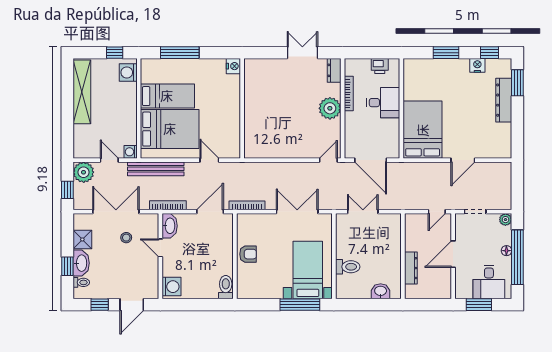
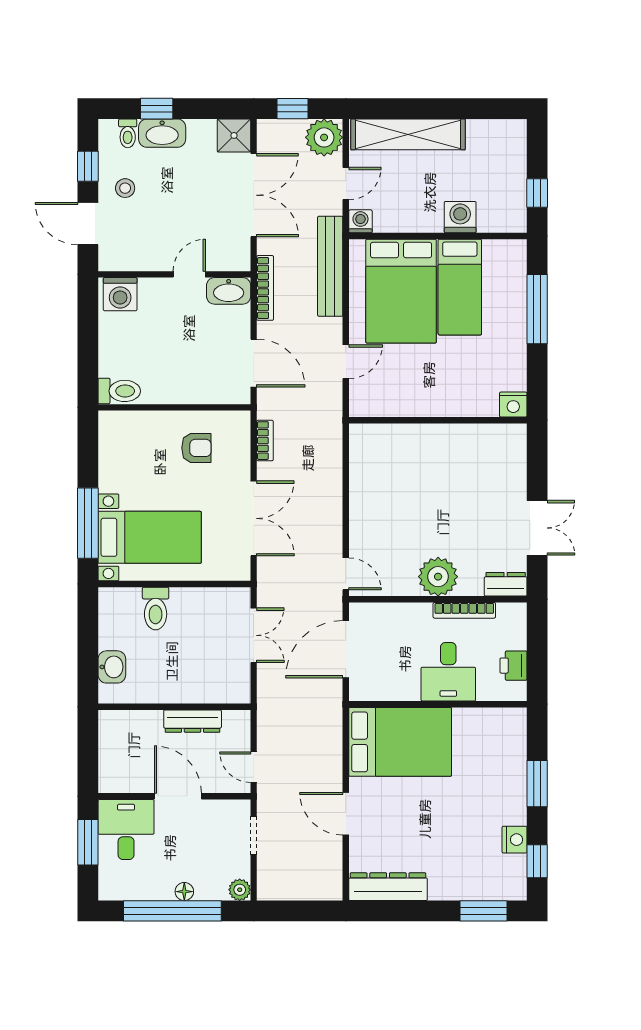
washing machine: (128, 72) -> (460, 217), moved
shelving: (82, 92) -> (408, 134), moved
dresser: (504, 100) -> (388, 887), moved
bookcase: (247, 205) -> (265, 441), width x0.64
stool: (126, 238) -> (125, 188), moved
shower: (82, 239) -> (234, 135), moved
armchair: (248, 254) -> (196, 448), moved, turned -90
dresser: (411, 268) -> (193, 721), moved
desk: (489, 282) -> (126, 829), moved, turned 90

